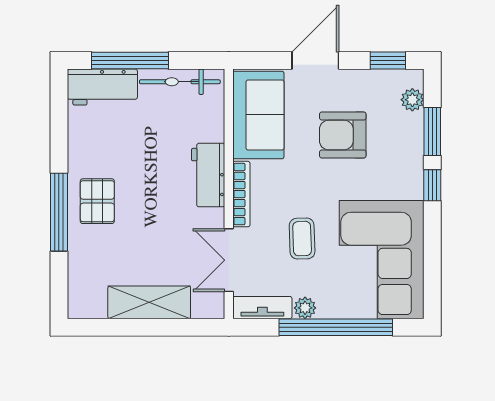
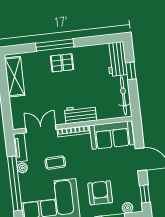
window: (130, 61) -> (131, 71), width x0.46
armchair: (343, 135) -> (100, 193), moved
shelving: (149, 302) -> (15, 77), moved

